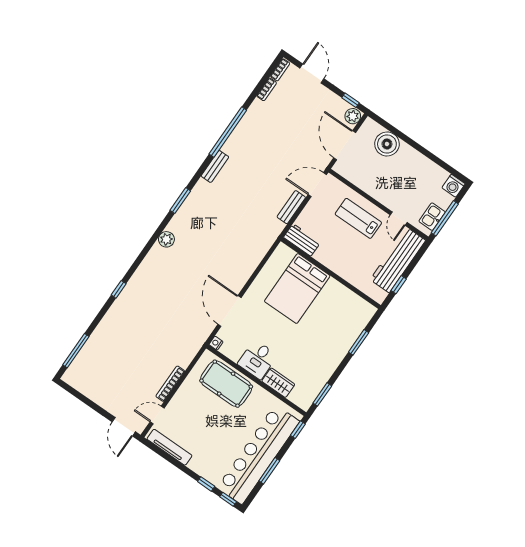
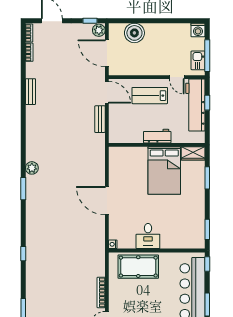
window: (228, 132) -> (23, 99), removed
bench: (215, 166) -> (30, 92), moved
door: (317, 185) -> (107, 92), swing flipped
window: (180, 201) -> (23, 189), moved
plant: (166, 239) -> (32, 168), moved
workbench: (302, 240) -> (157, 136), moved
window: (399, 285) -> (207, 103), moved
bed: (297, 289) -> (164, 170), moved
door: (229, 311) -> (107, 201), moved
wardrobe: (278, 383) -> (193, 153), moved, turned 180

